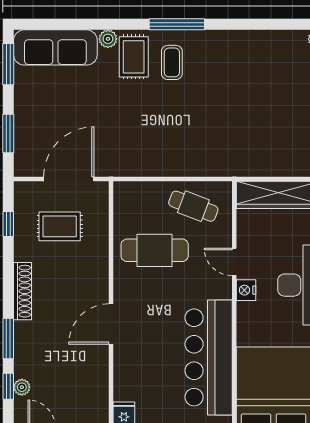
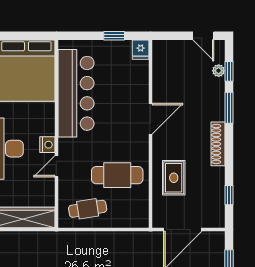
cafe table: (193, 206) -> (88, 209), turned -30
rug: (60, 226) -> (174, 178), moved, turned 90
door: (234, 262) -> (56, 166), swing flipped

